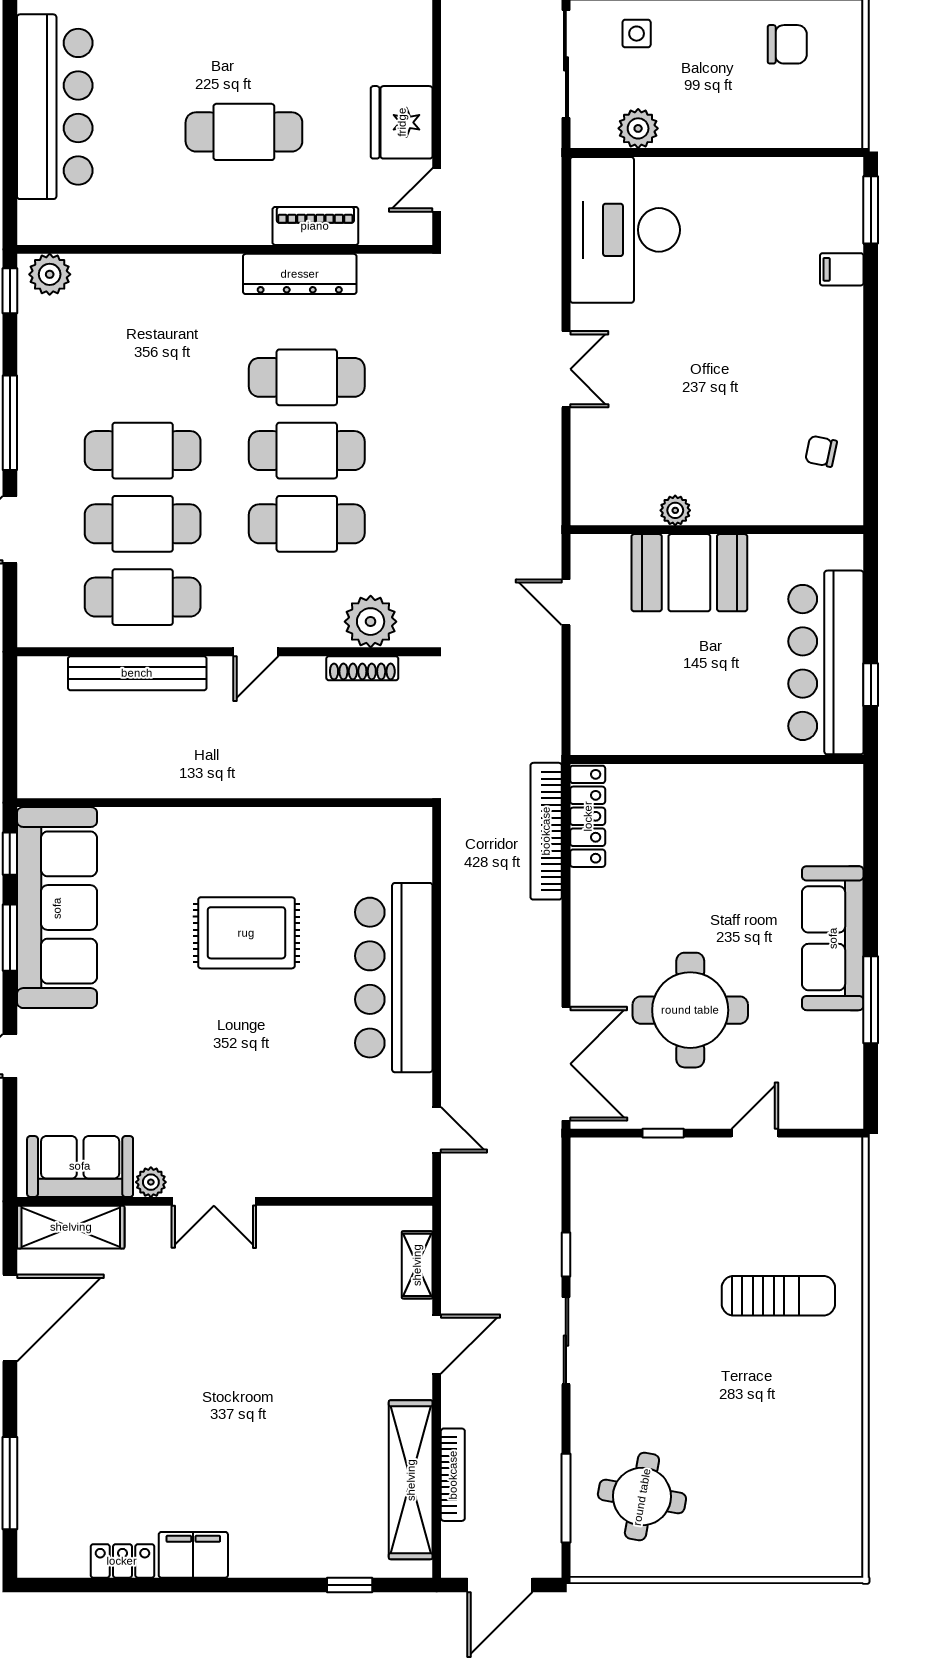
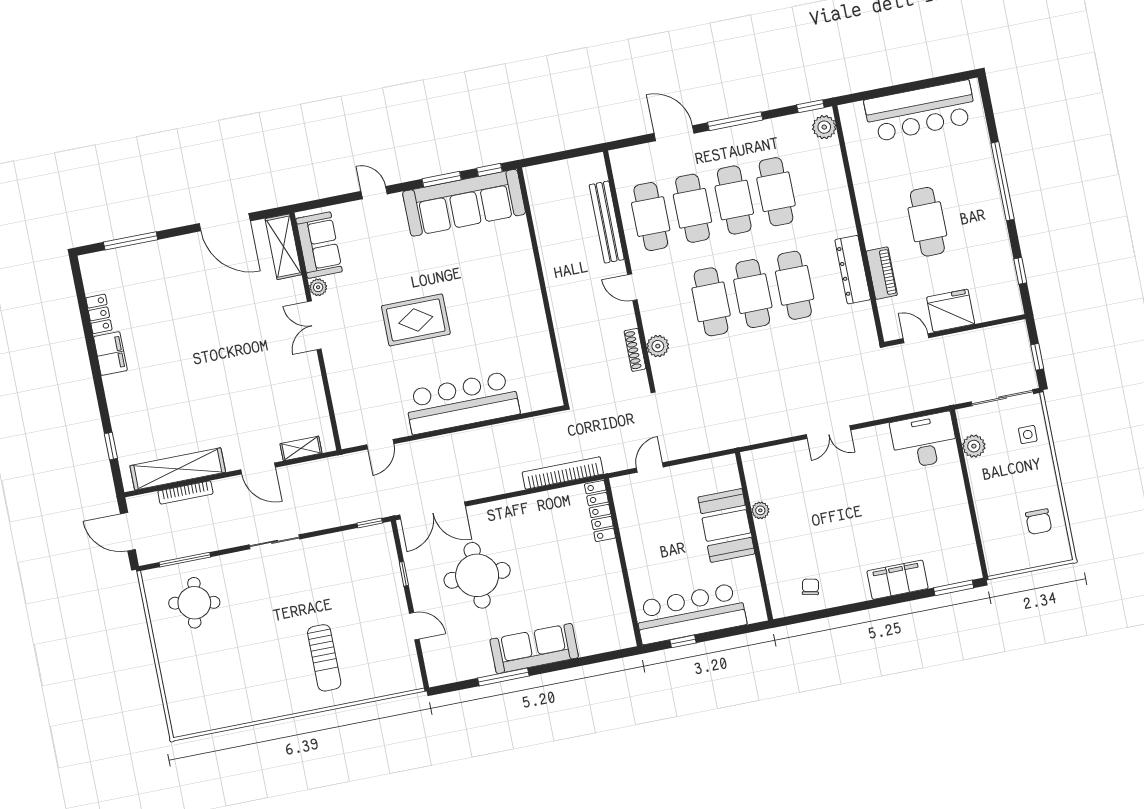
desk: (625, 230) -> (924, 441), width x0.73, depth x0.77
filing cabinet: (842, 269) -> (898, 580), width x3.00, depth x1.17
cafe table: (143, 377) -> (776, 192), added
door: (566, 602) -> (650, 468), moved
plant: (371, 622) -> (658, 346), width x0.73, depth x0.73
locker: (588, 816) -> (600, 511), moved, turned 90
rug: (246, 933) -> (416, 320), moved, turned 90
window: (566, 1254) -> (370, 523), moved

